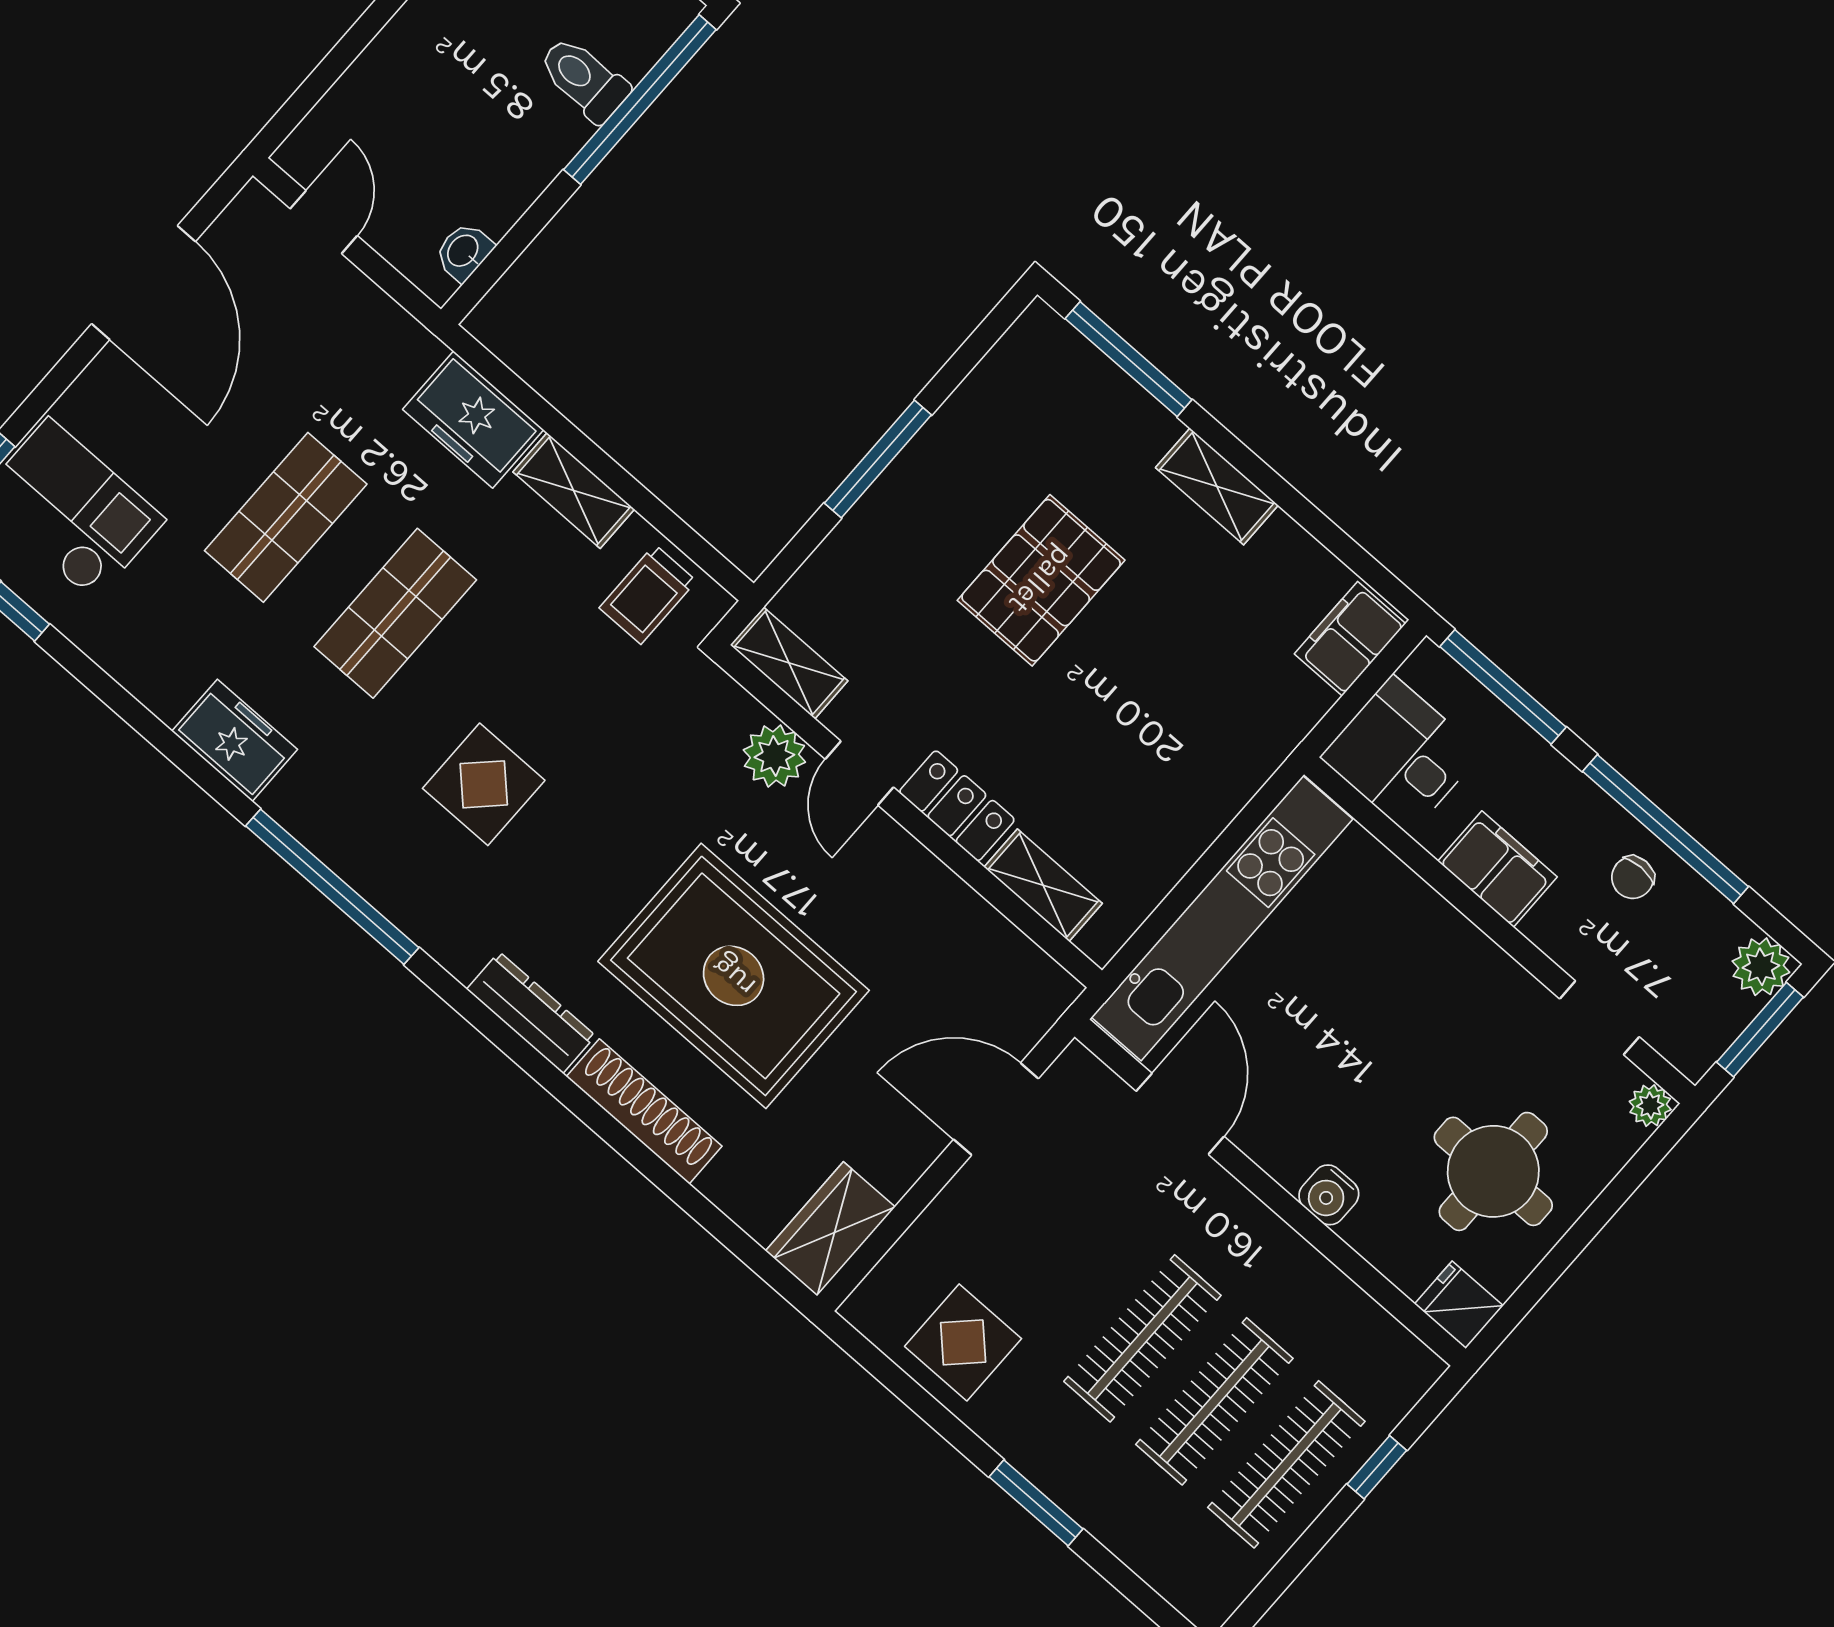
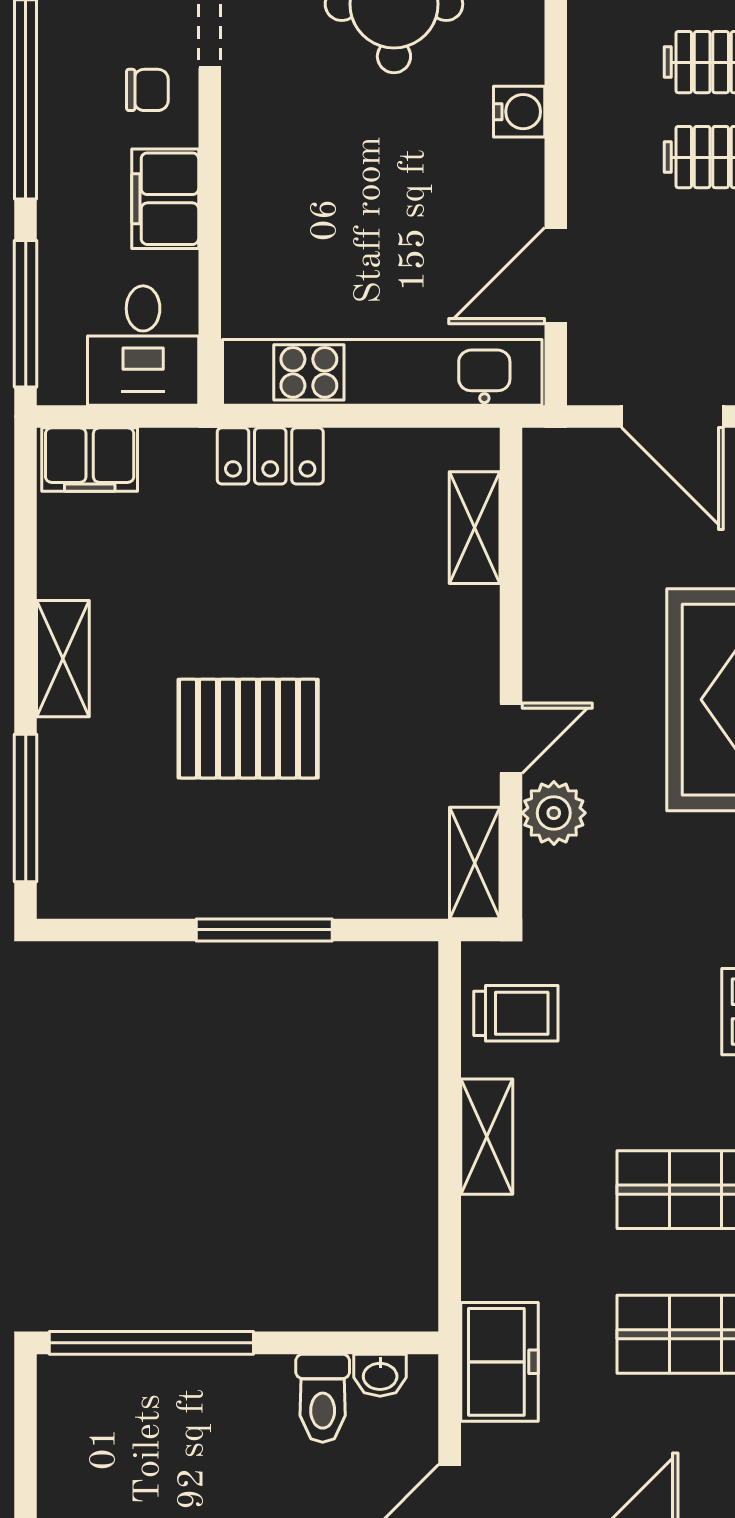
toilet: (584, 79) -> (323, 1398), moved
freezer: (473, 420) -> (499, 1362), moved
locker: (957, 806) -> (270, 456), moved, turned -90
chair: (1633, 877) -> (147, 90), moved

